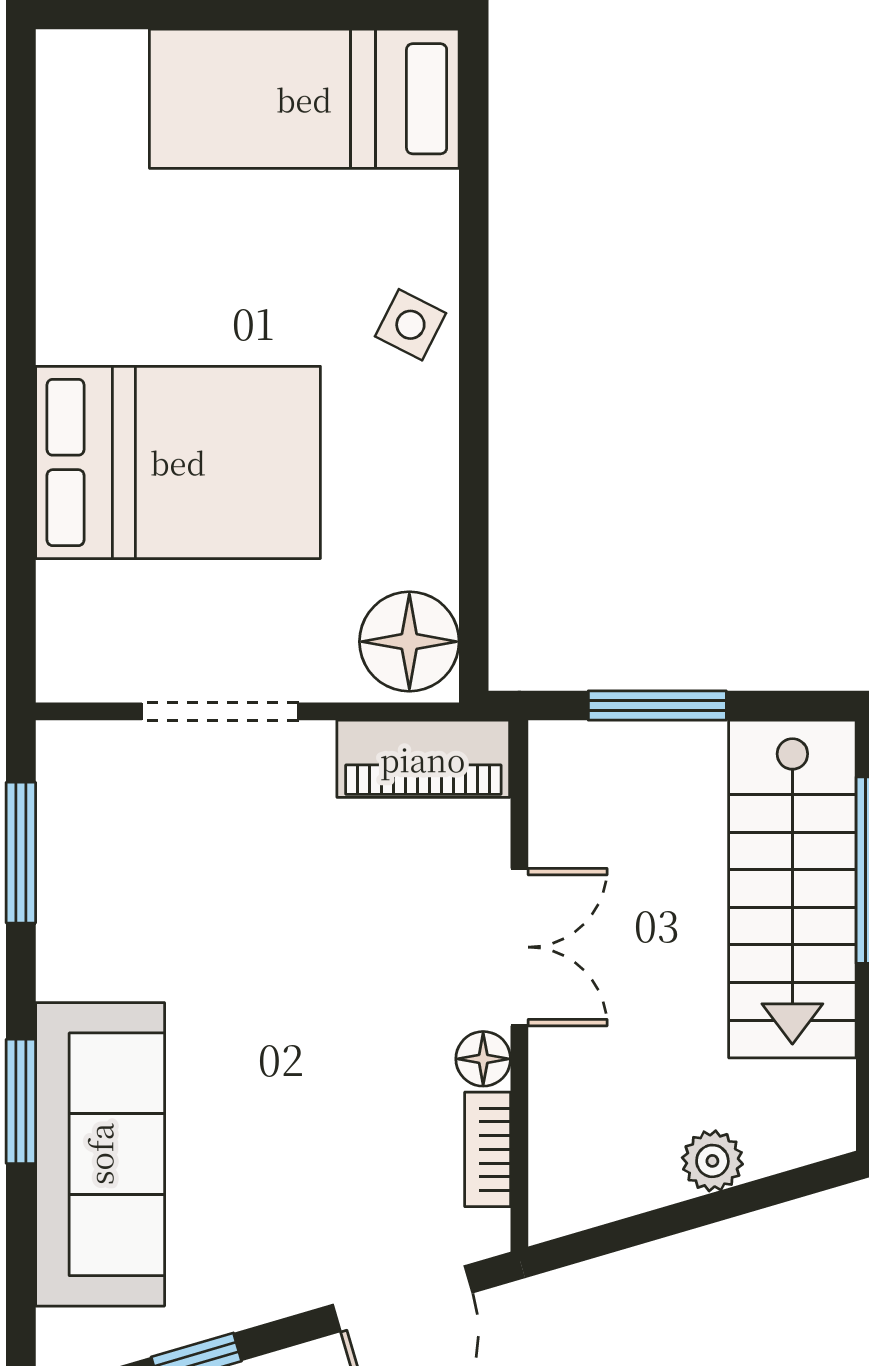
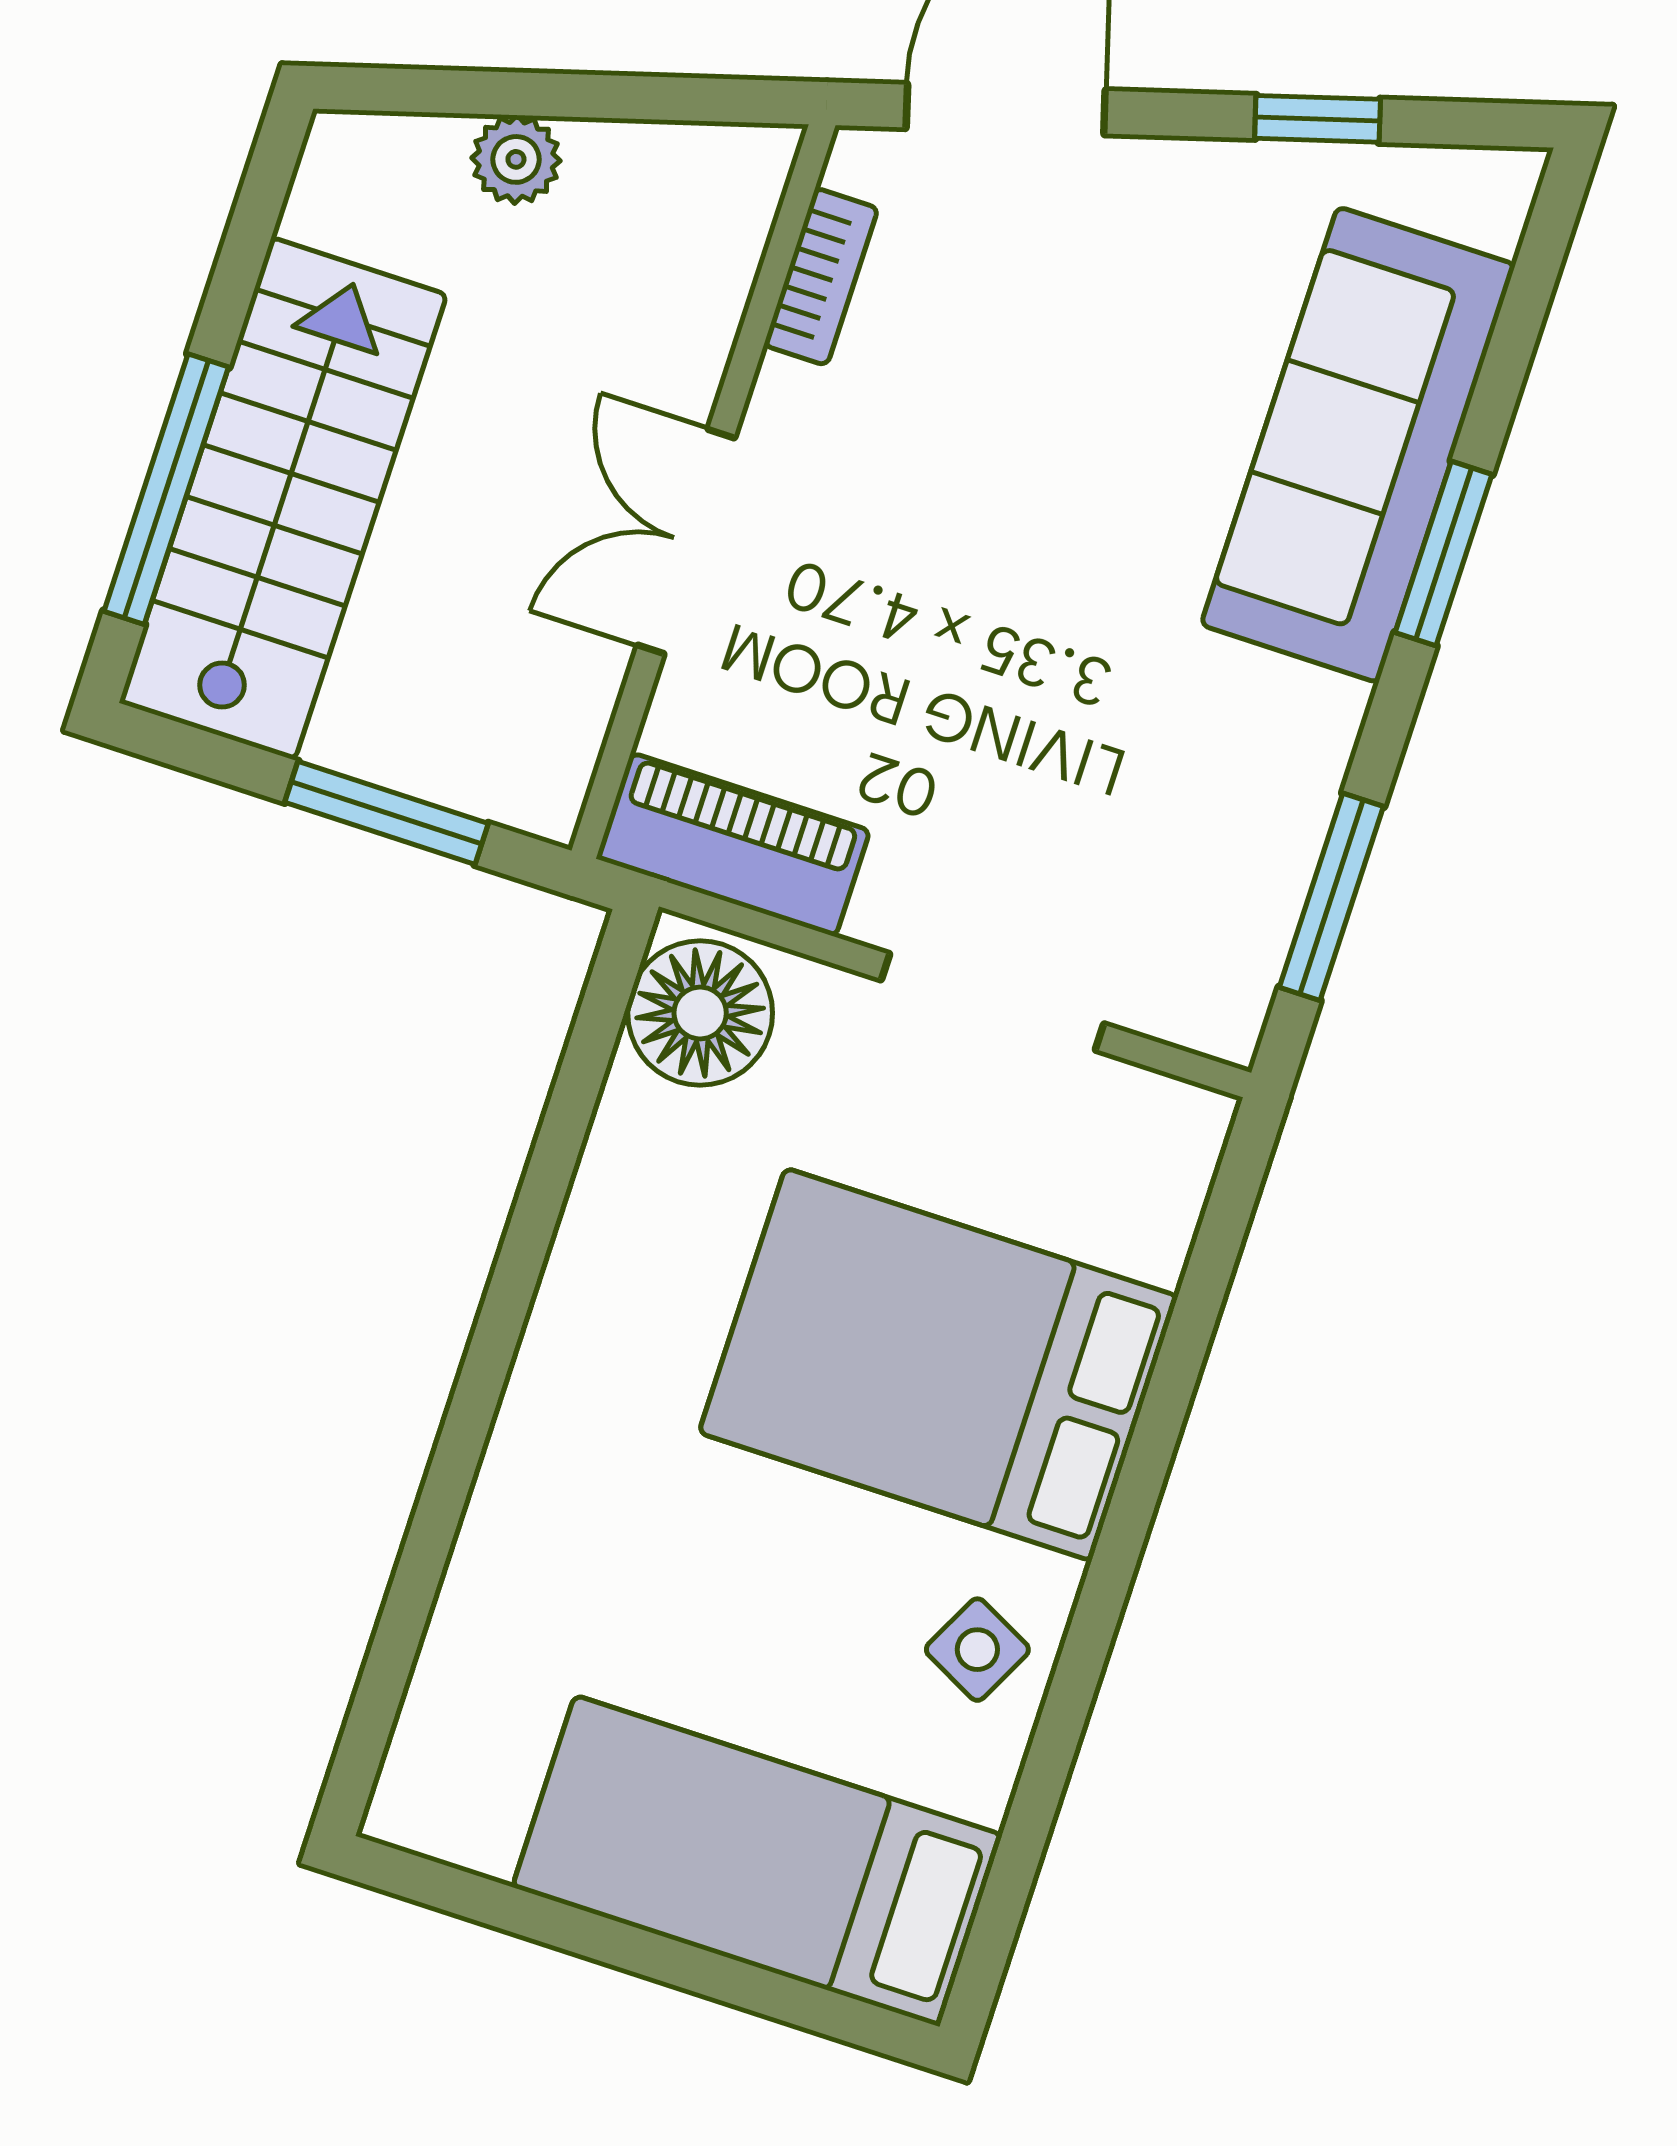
bed: (304, 99) -> (757, 1861), moved, turned 180
side table: (410, 325) -> (977, 1650), moved
floor lamp: (483, 1059) -> (786, 404), removed

